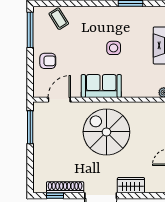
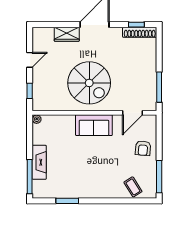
side table: (114, 48) -> (83, 160), removed
armchair: (48, 61) -> (143, 148), turned -85
shoe rack: (65, 187) -> (140, 32), moved

